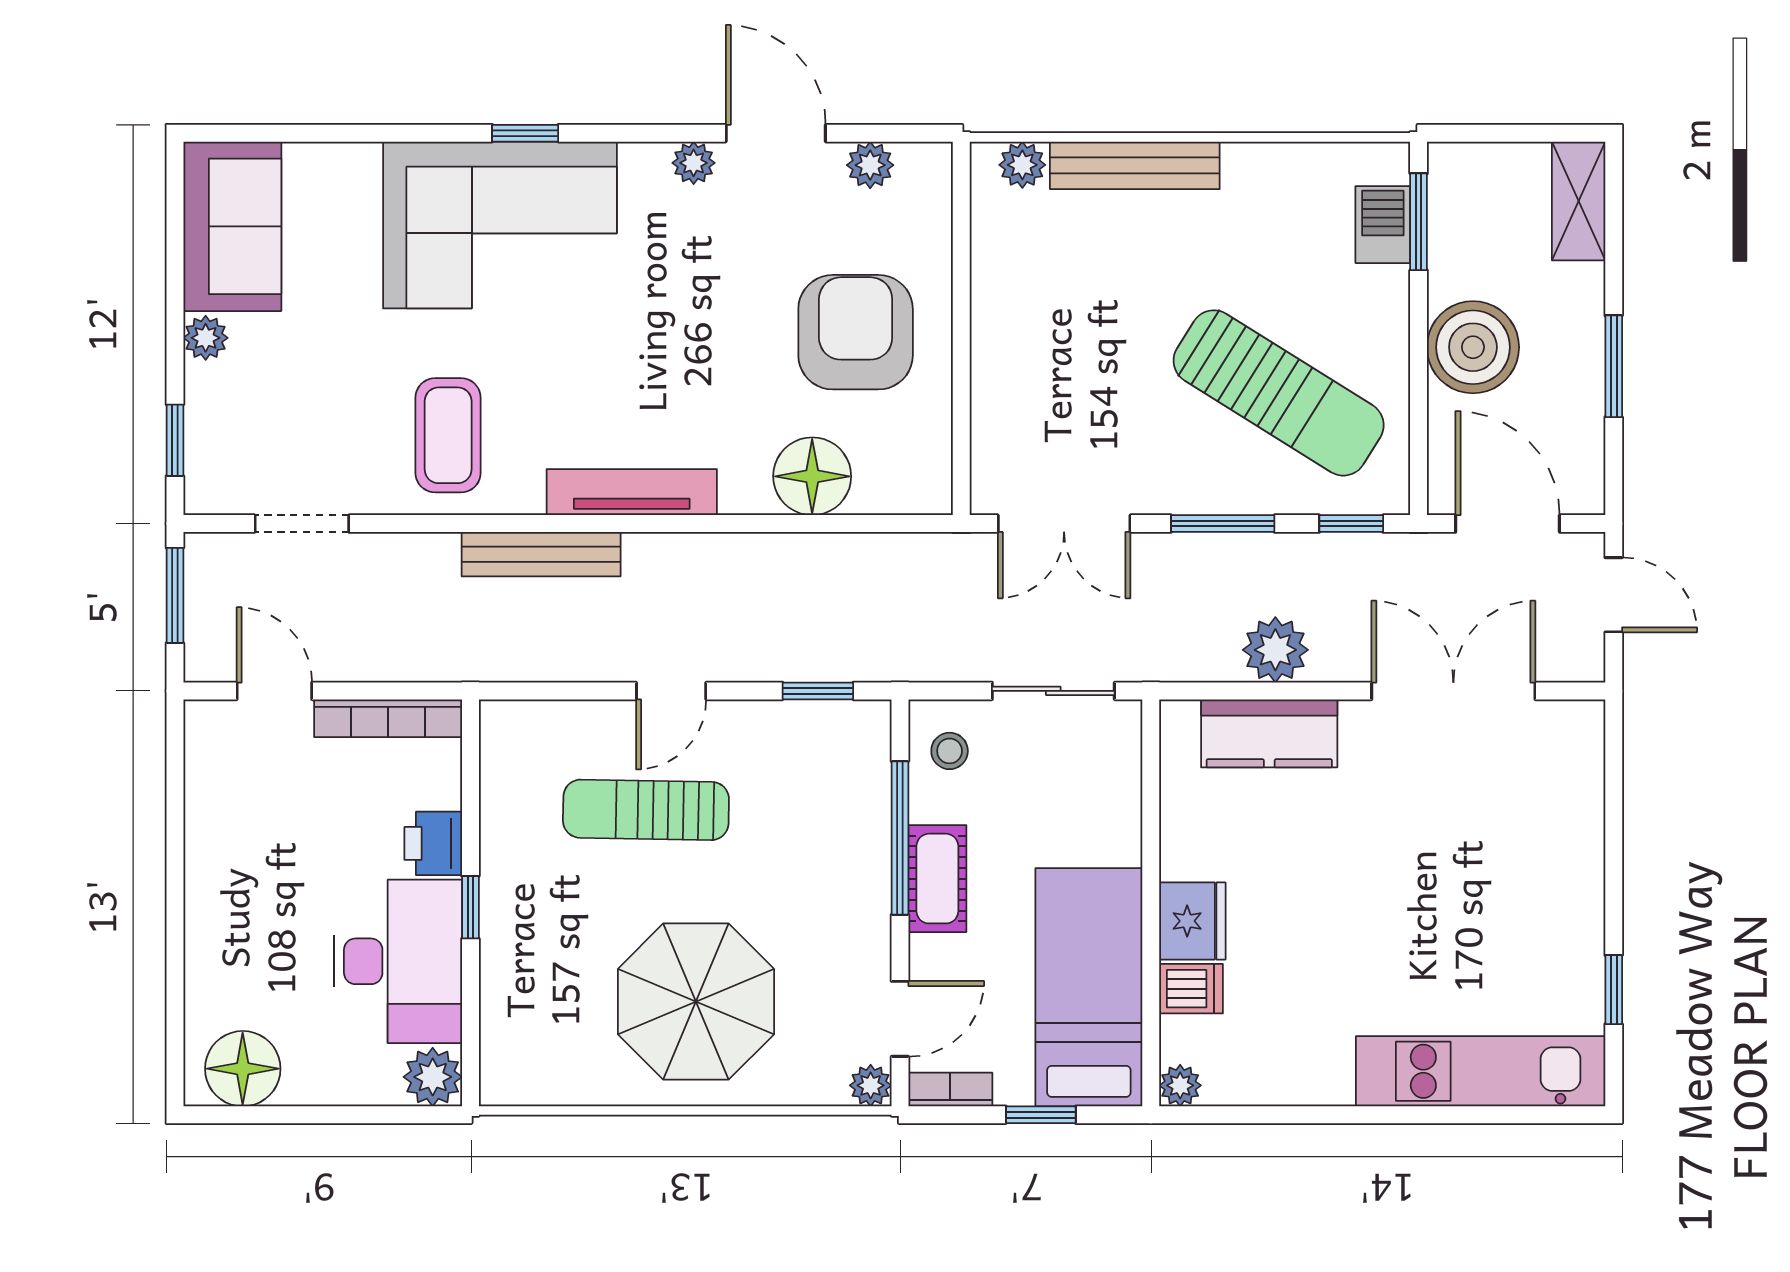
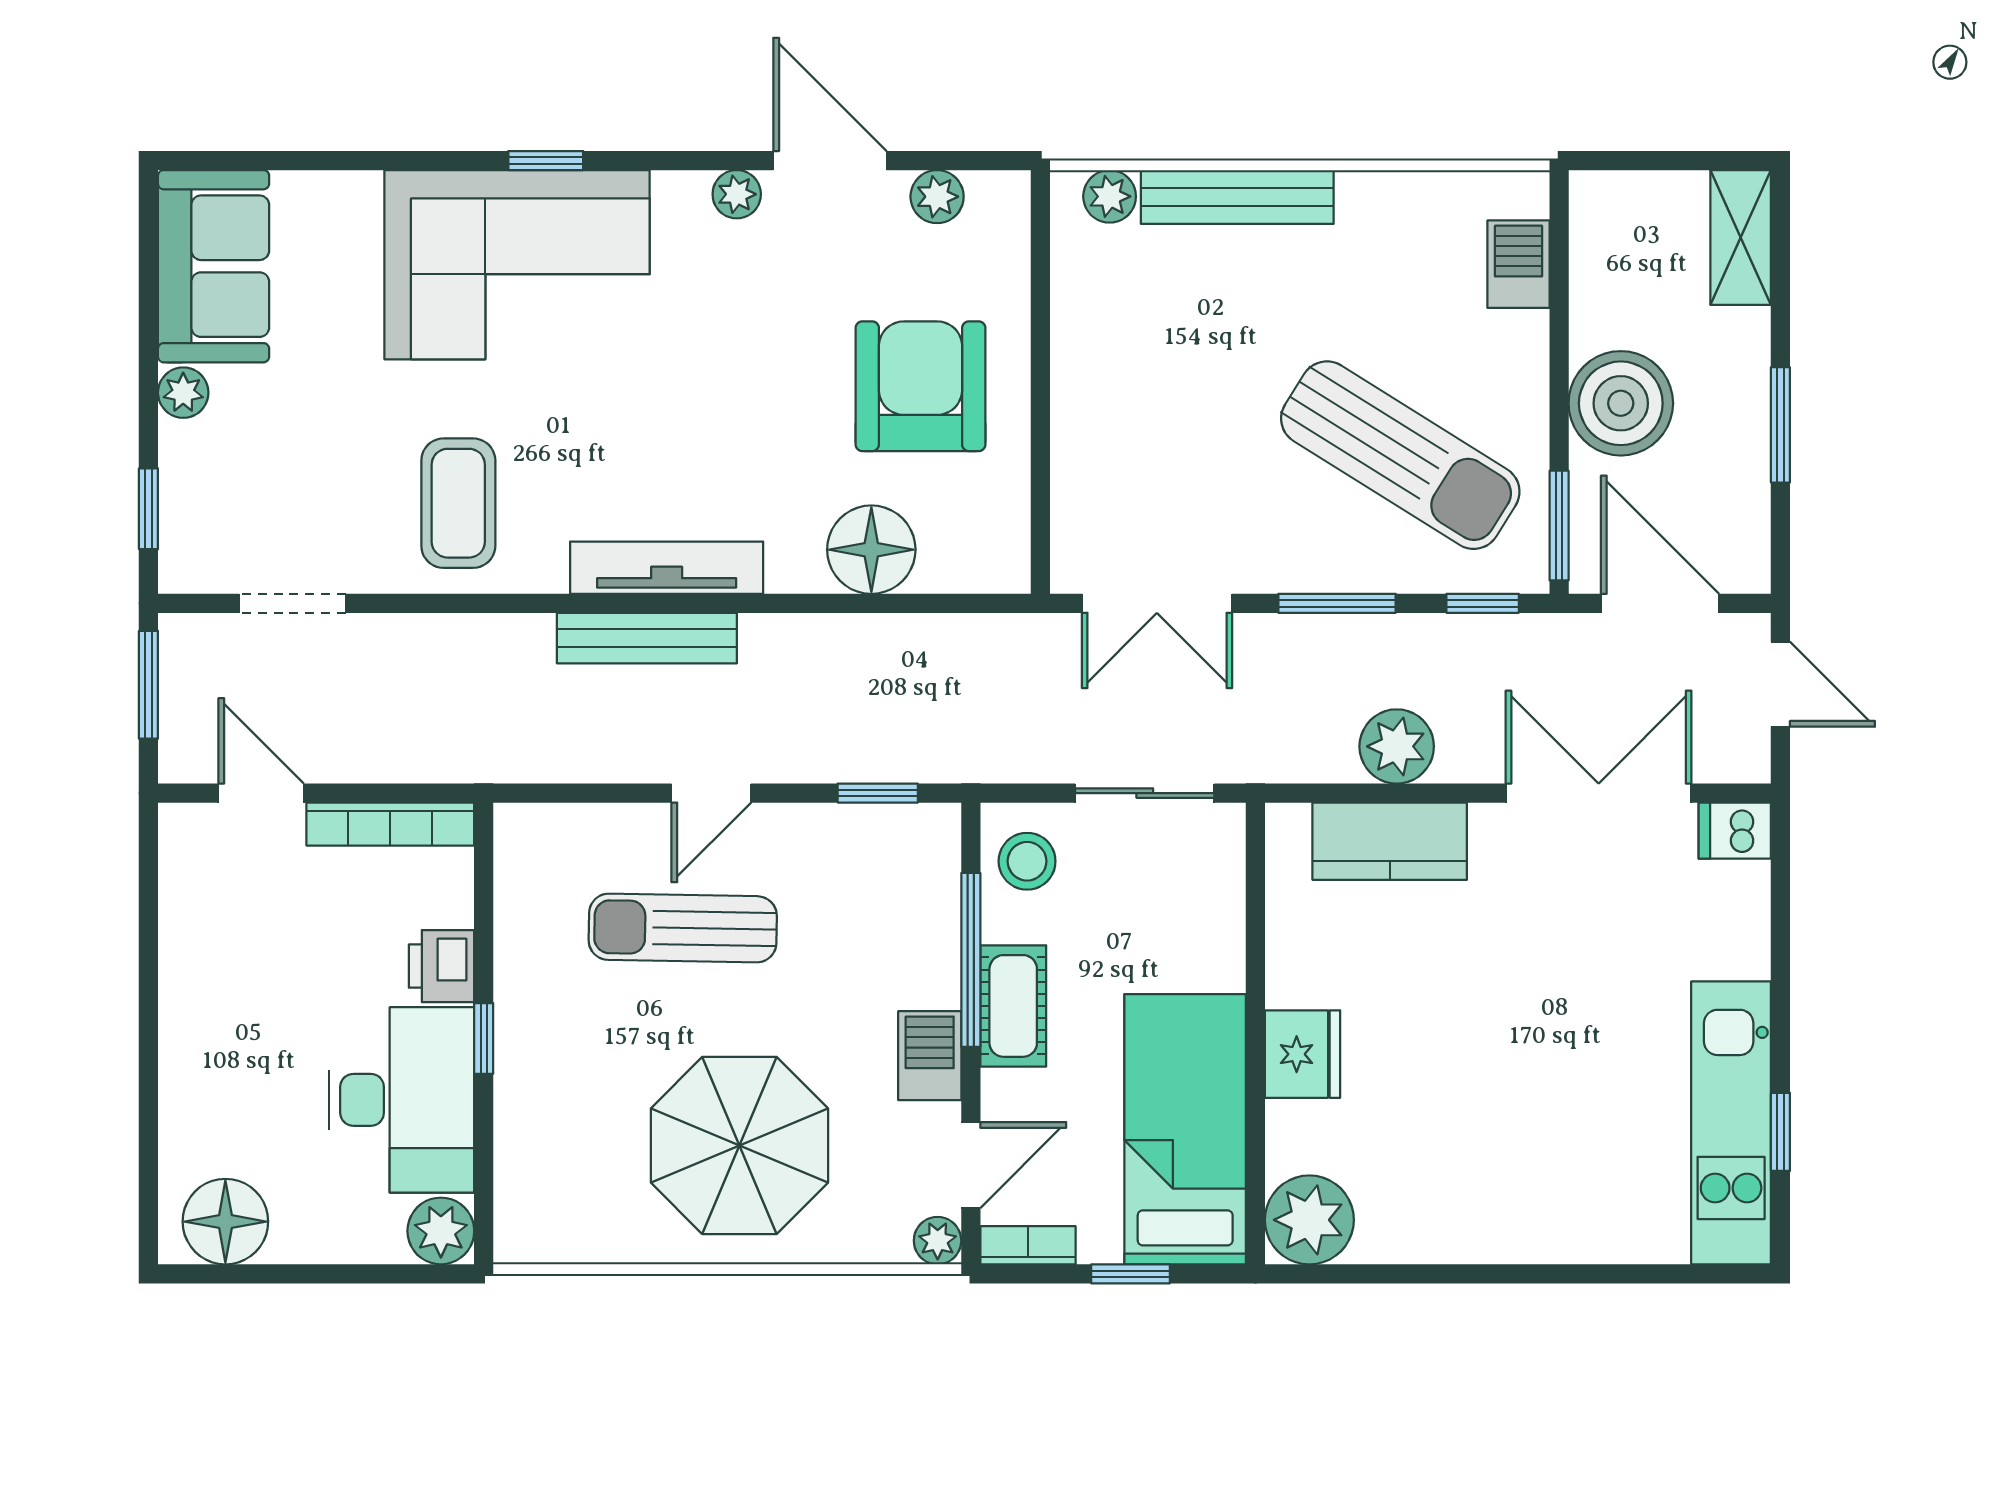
window: (1419, 222) -> (1559, 526), moved
bench: (541, 554) -> (647, 638), moved
stool: (950, 751) -> (1027, 861), width x1.37, depth x1.37
barbecue: (864, 922) -> (930, 1056), added
dishwasher: (1191, 989) -> (1735, 831), moved, turned 180
kitchen unit: (1481, 1071) -> (1731, 1123), moved, turned -90
plant: (1180, 1085) -> (1309, 1220), width x1.87, depth x1.87

